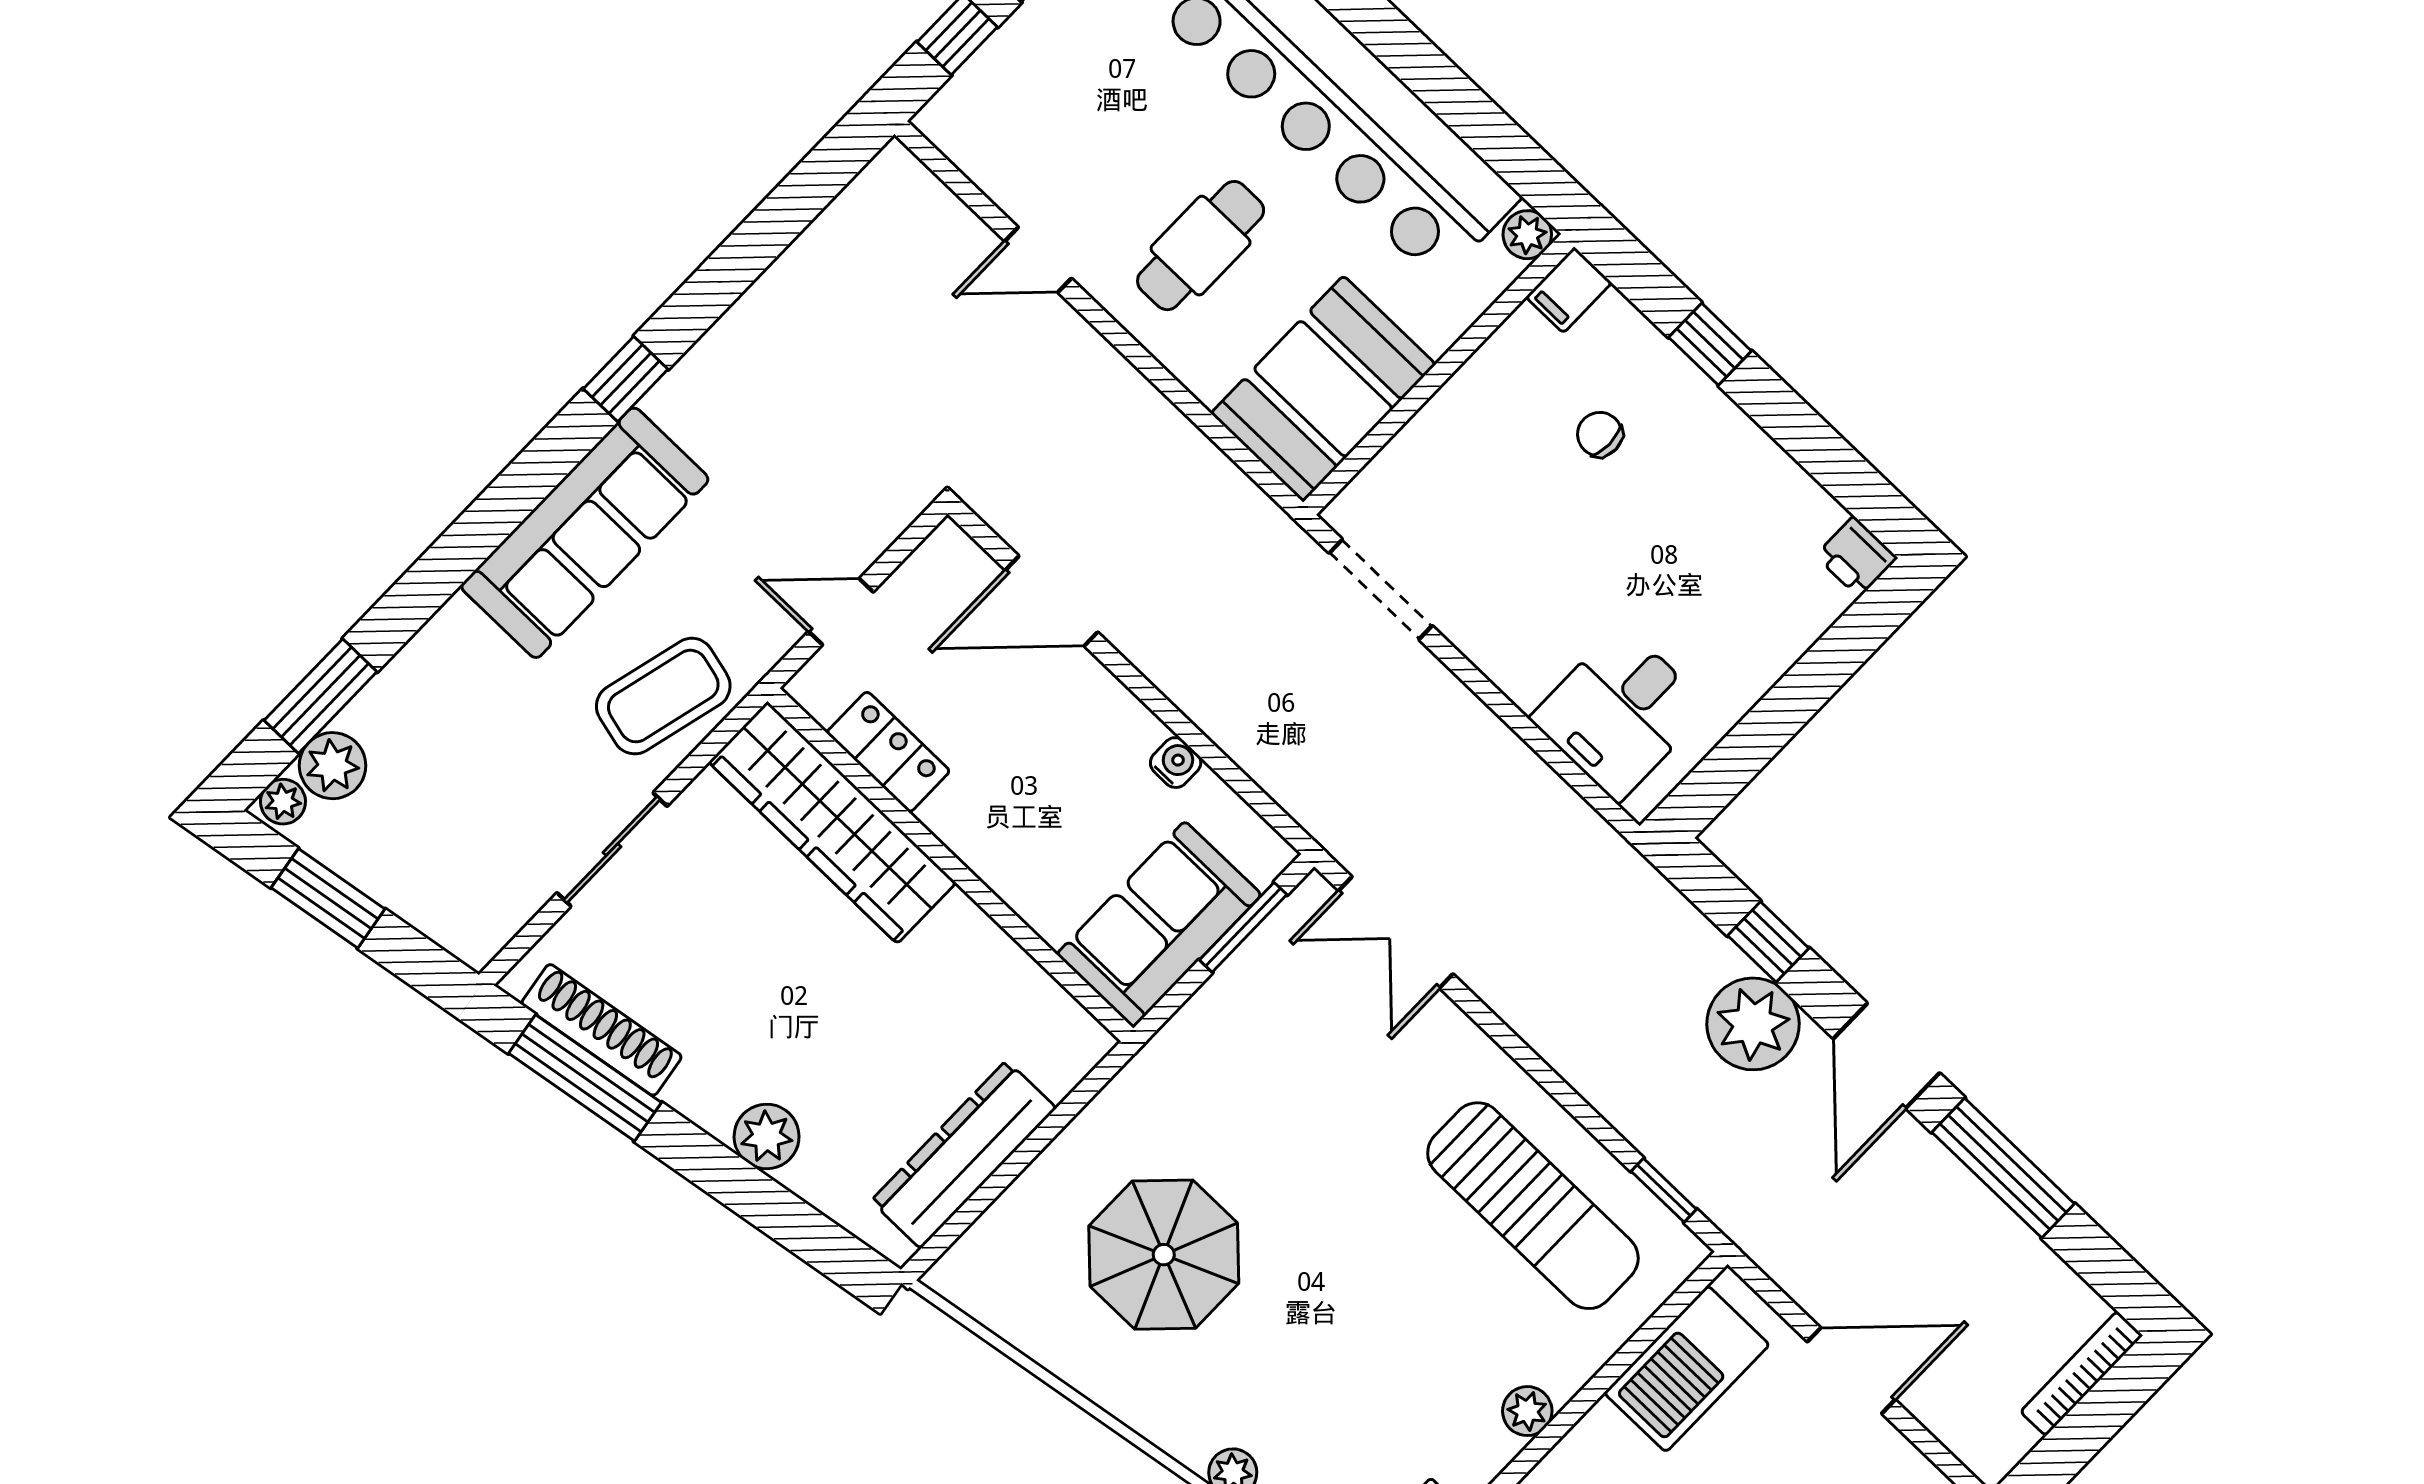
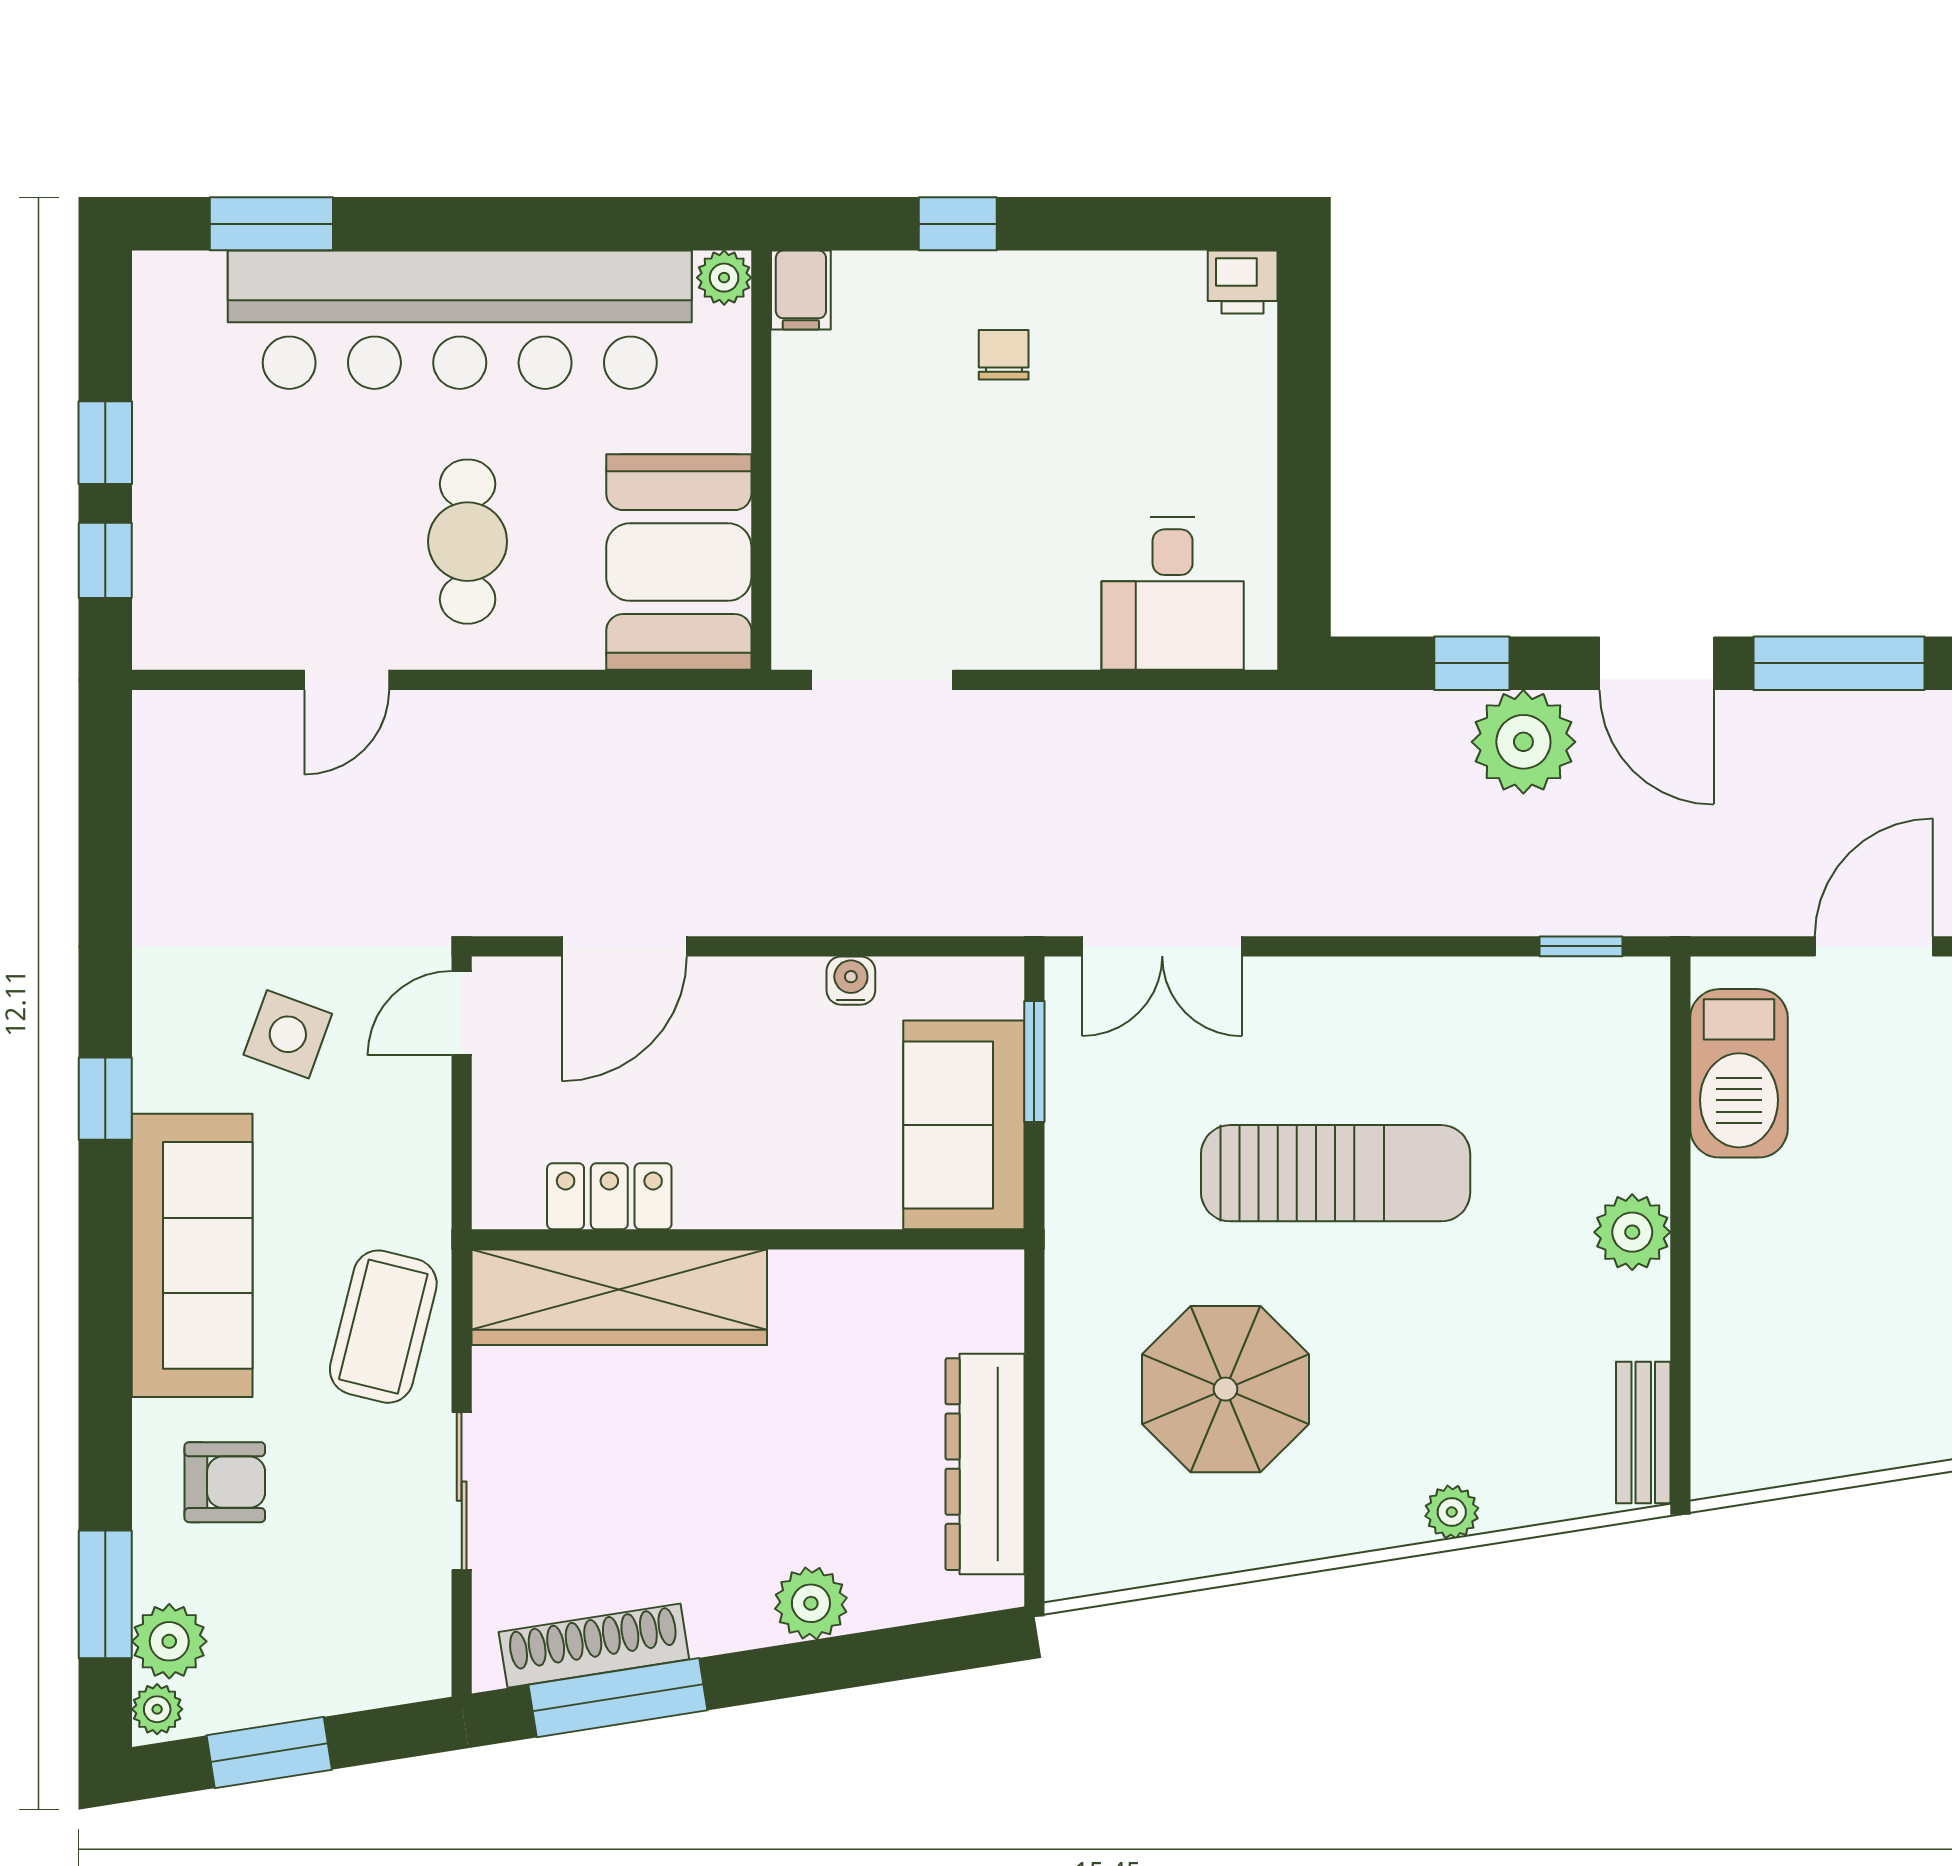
chair: (1600, 434) -> (1004, 355), moved, turned 90
side table: (782, 450) -> (288, 1034), added
door: (841, 612) -> (462, 1013), moved
armchair: (466, 698) -> (225, 1482), added
sun lounger: (1533, 1206) -> (1336, 1173), moved
plant: (1527, 1411) -> (1632, 1232), width x1.38, depth x1.38

